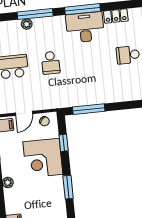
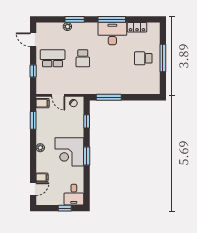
window: (35, 14) -> (75, 19), width x0.69
door: (24, 113) -> (58, 95), hinge flipped
corner desk: (43, 158) -> (69, 152), moved

